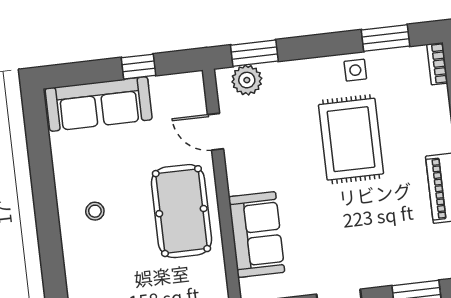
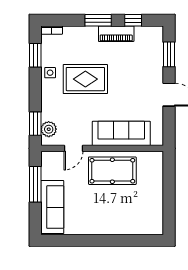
window: (138, 67) -> (35, 184), width x2.17
stool: (95, 211) -> (107, 215), removed
sofa: (257, 235) -> (121, 133), width x1.36

